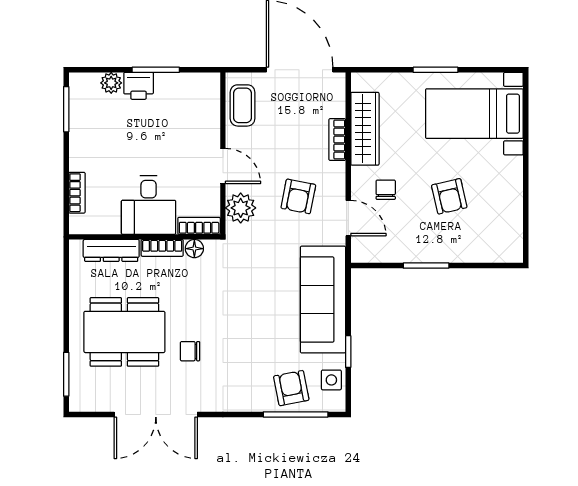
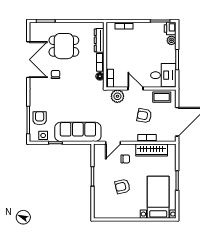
printer: (139, 86) -> (170, 29), moved
door: (223, 166) -> (136, 89), swing flipped
armchair: (298, 196) -> (144, 116), moved
desk: (149, 205) -> (163, 75), moved, turned 180
dining table: (124, 332) -> (64, 46), width x0.73
armchair: (291, 388) -> (40, 118), turned -79
double door: (156, 414) -> (28, 60), swing flipped

